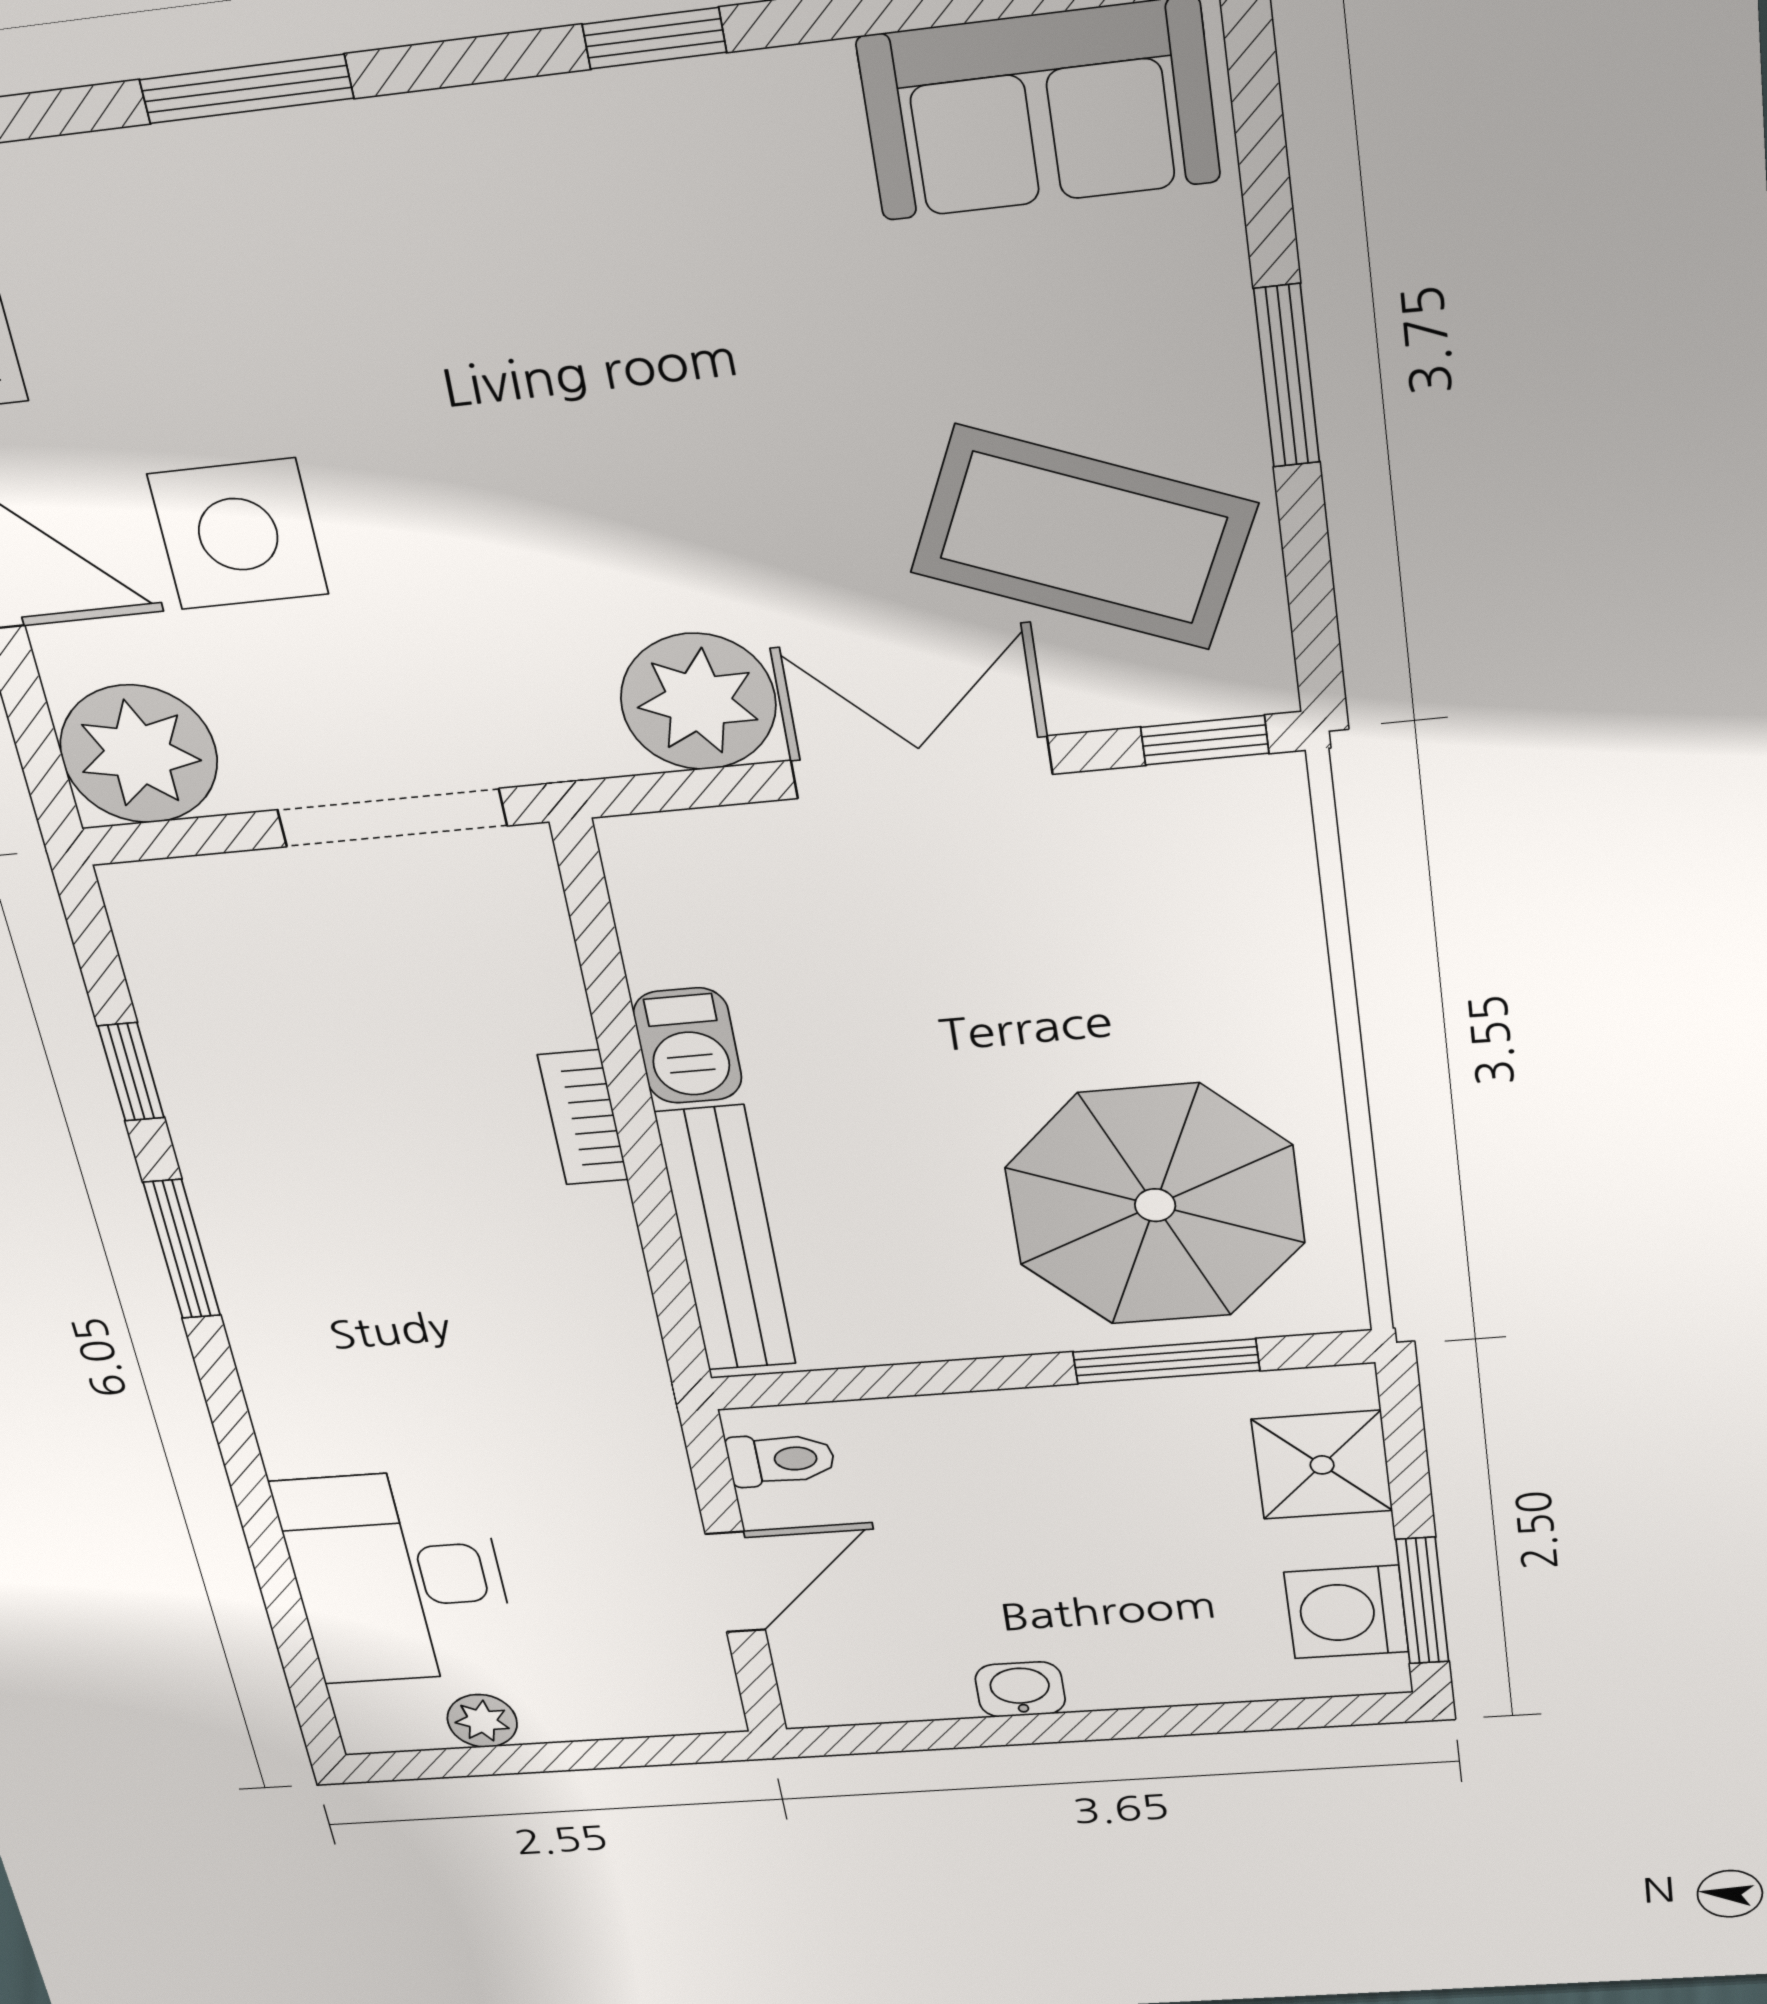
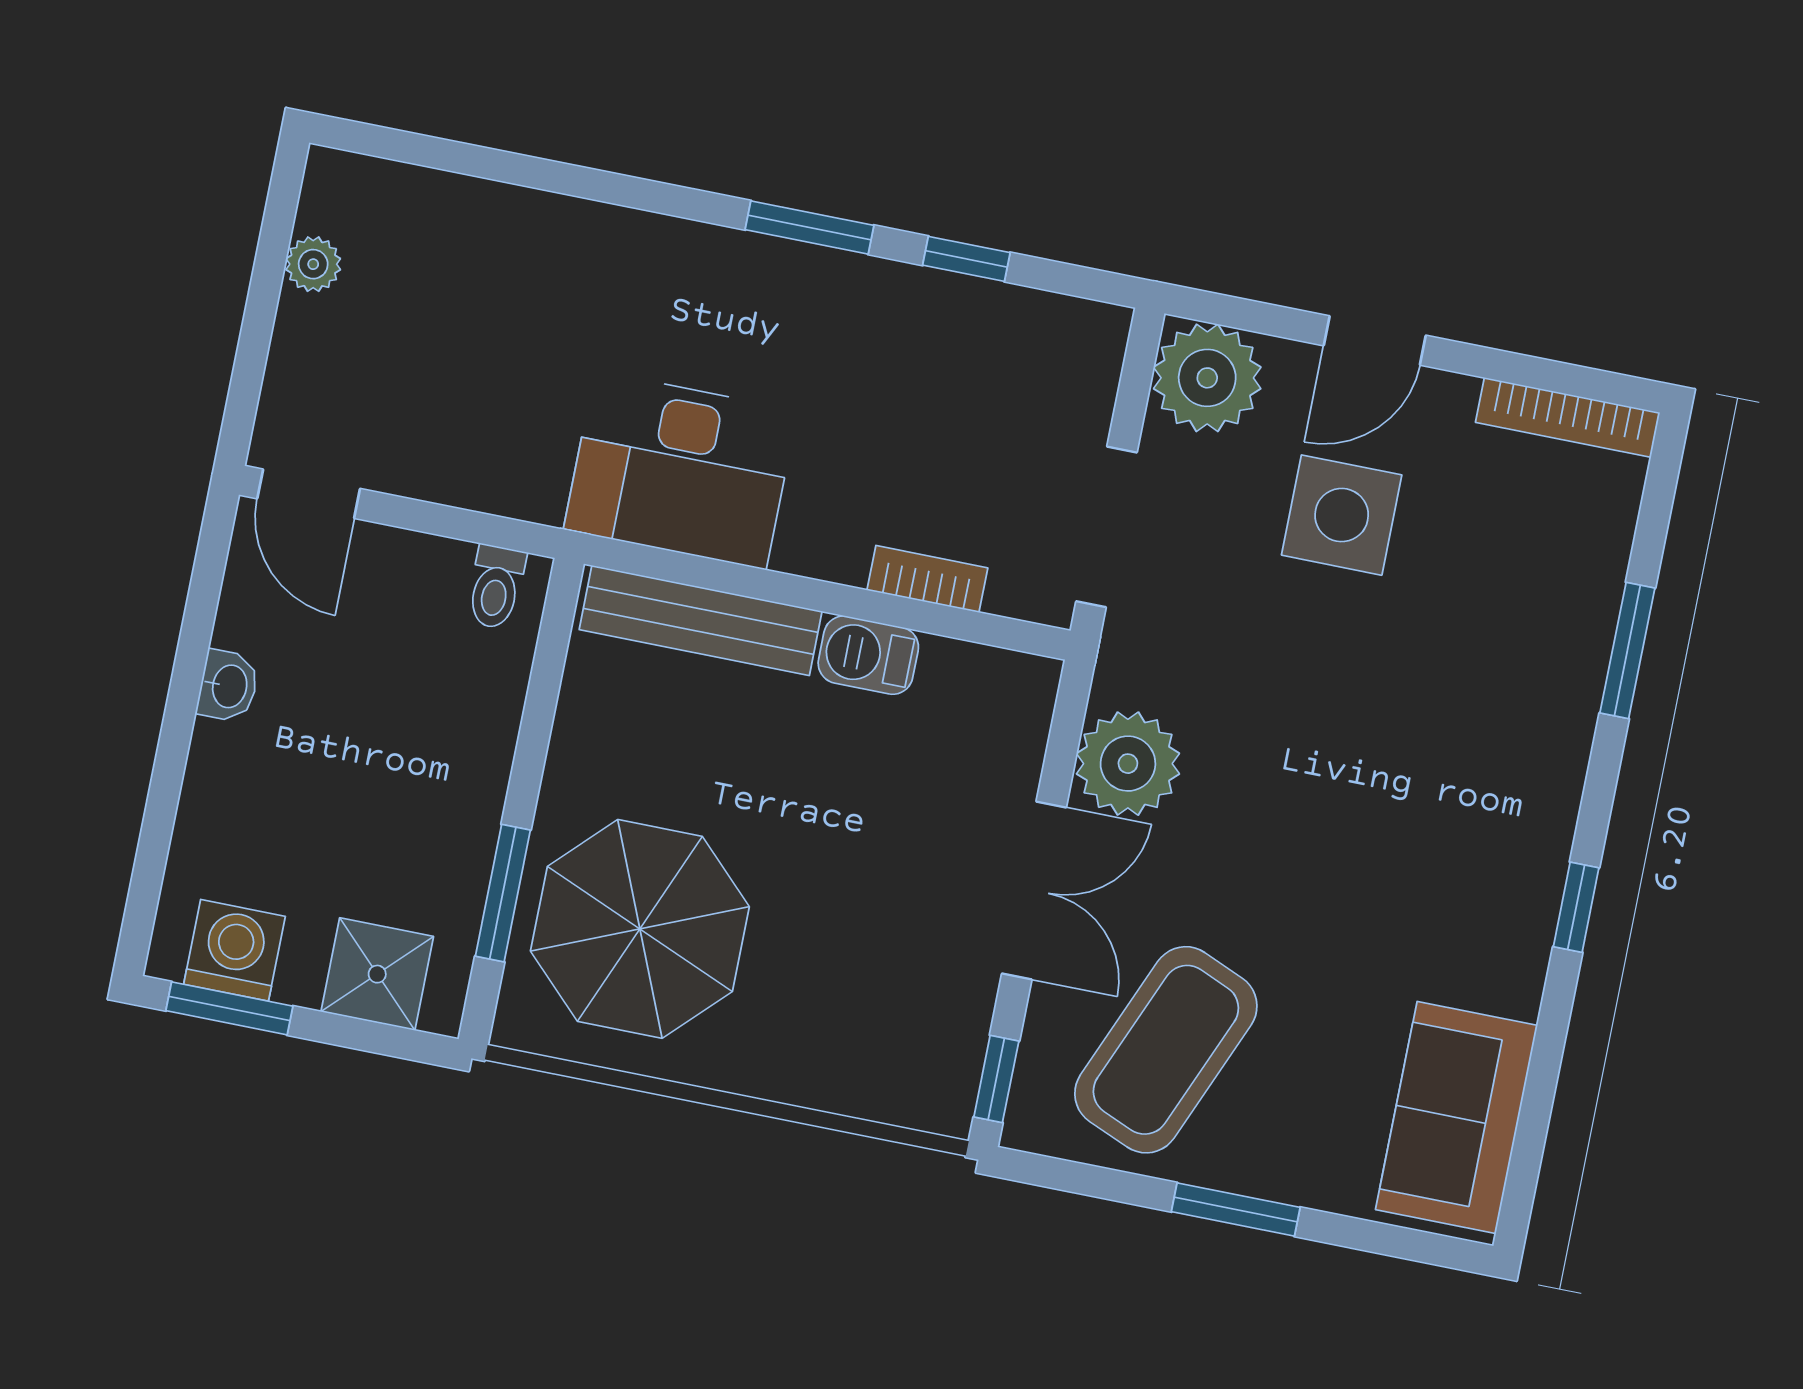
bookcase: (583, 1118) -> (927, 579), moved
desk: (398, 1577) -> (681, 470), moved, turned 180
door: (735, 1582) -> (309, 494), moved

